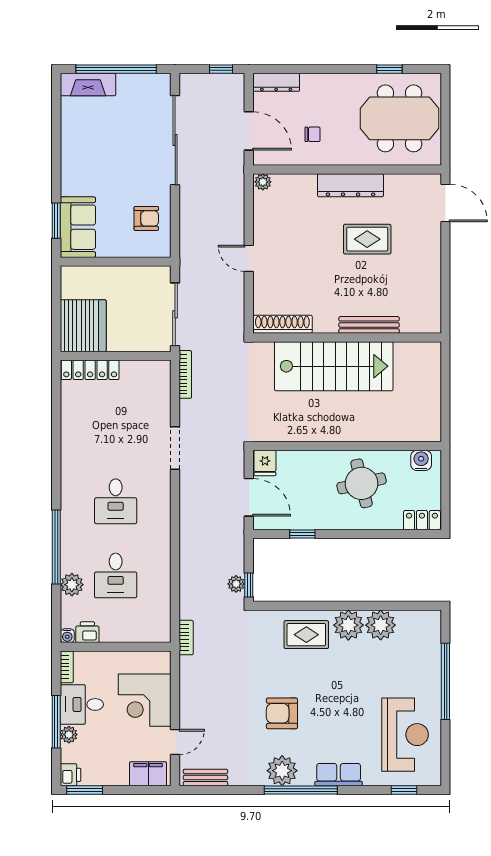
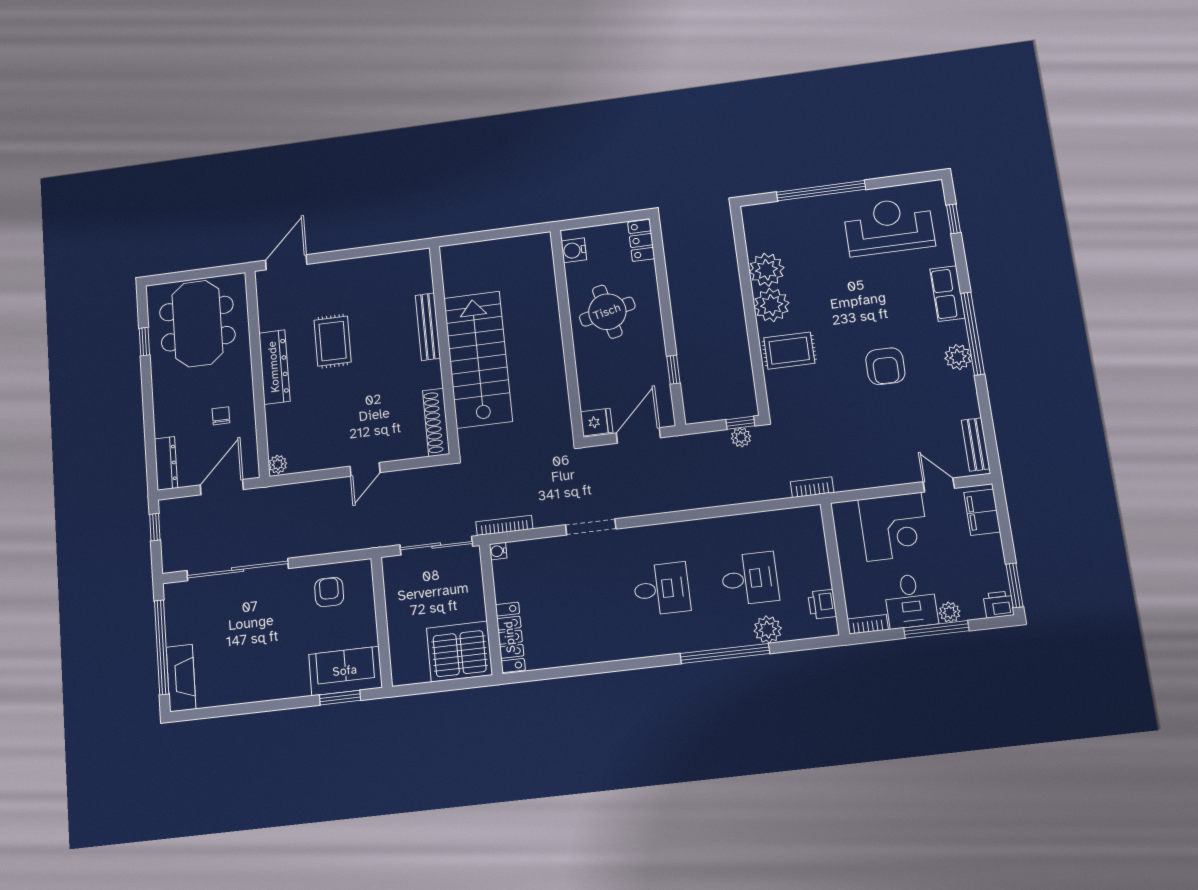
rug: (306, 635) -> (789, 351), turned 90
water cooler: (67, 636) -> (498, 551), moved, turned 180
plant: (282, 771) -> (958, 357), width x0.73, depth x0.73

